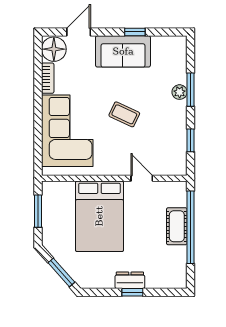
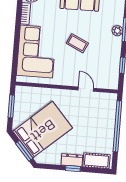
bed: (99, 216) -> (43, 130), moved, turned -132
cot: (177, 226) -> (96, 161), moved, turned 90

